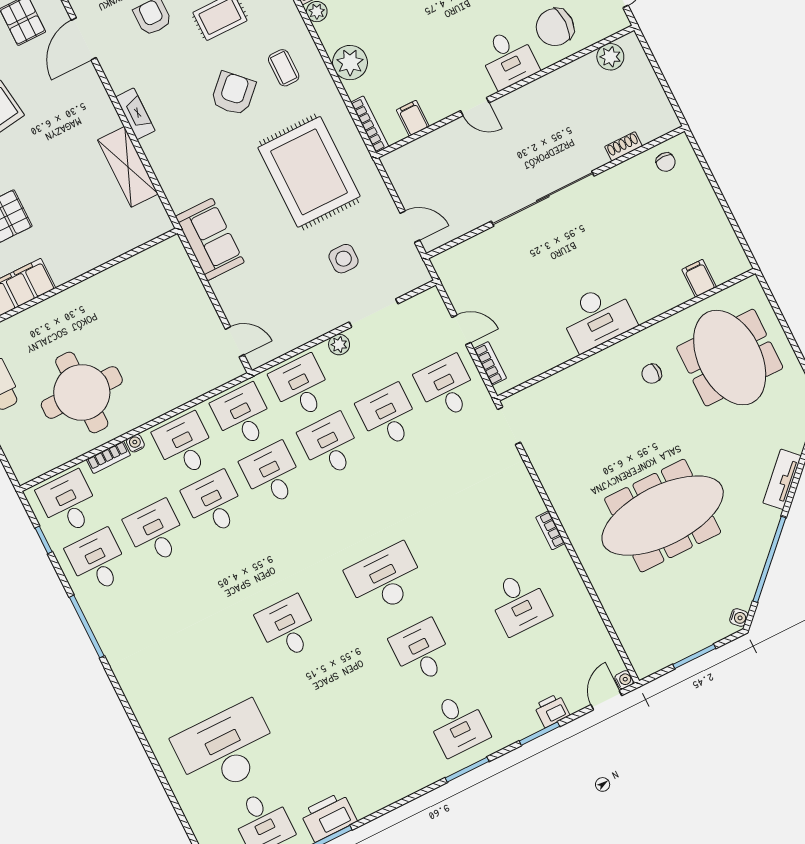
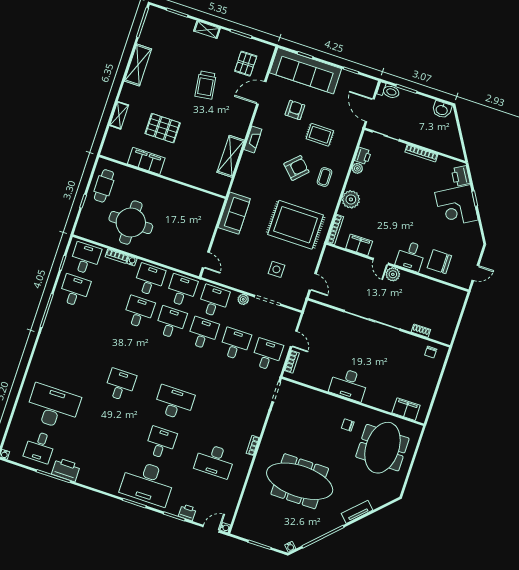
plant: (610, 57) -> (393, 274), moved
filing cabinet: (413, 118) -> (359, 245), width x2.00
rug: (309, 172) -> (296, 225), turned 90
filing cabinet: (699, 278) -> (406, 409), width x2.00
desk: (156, 532) -> (107, 301), removed
desk: (519, 603) -> (215, 461), width x1.37
desk: (458, 724) -> (148, 483), width x1.87, depth x1.30

